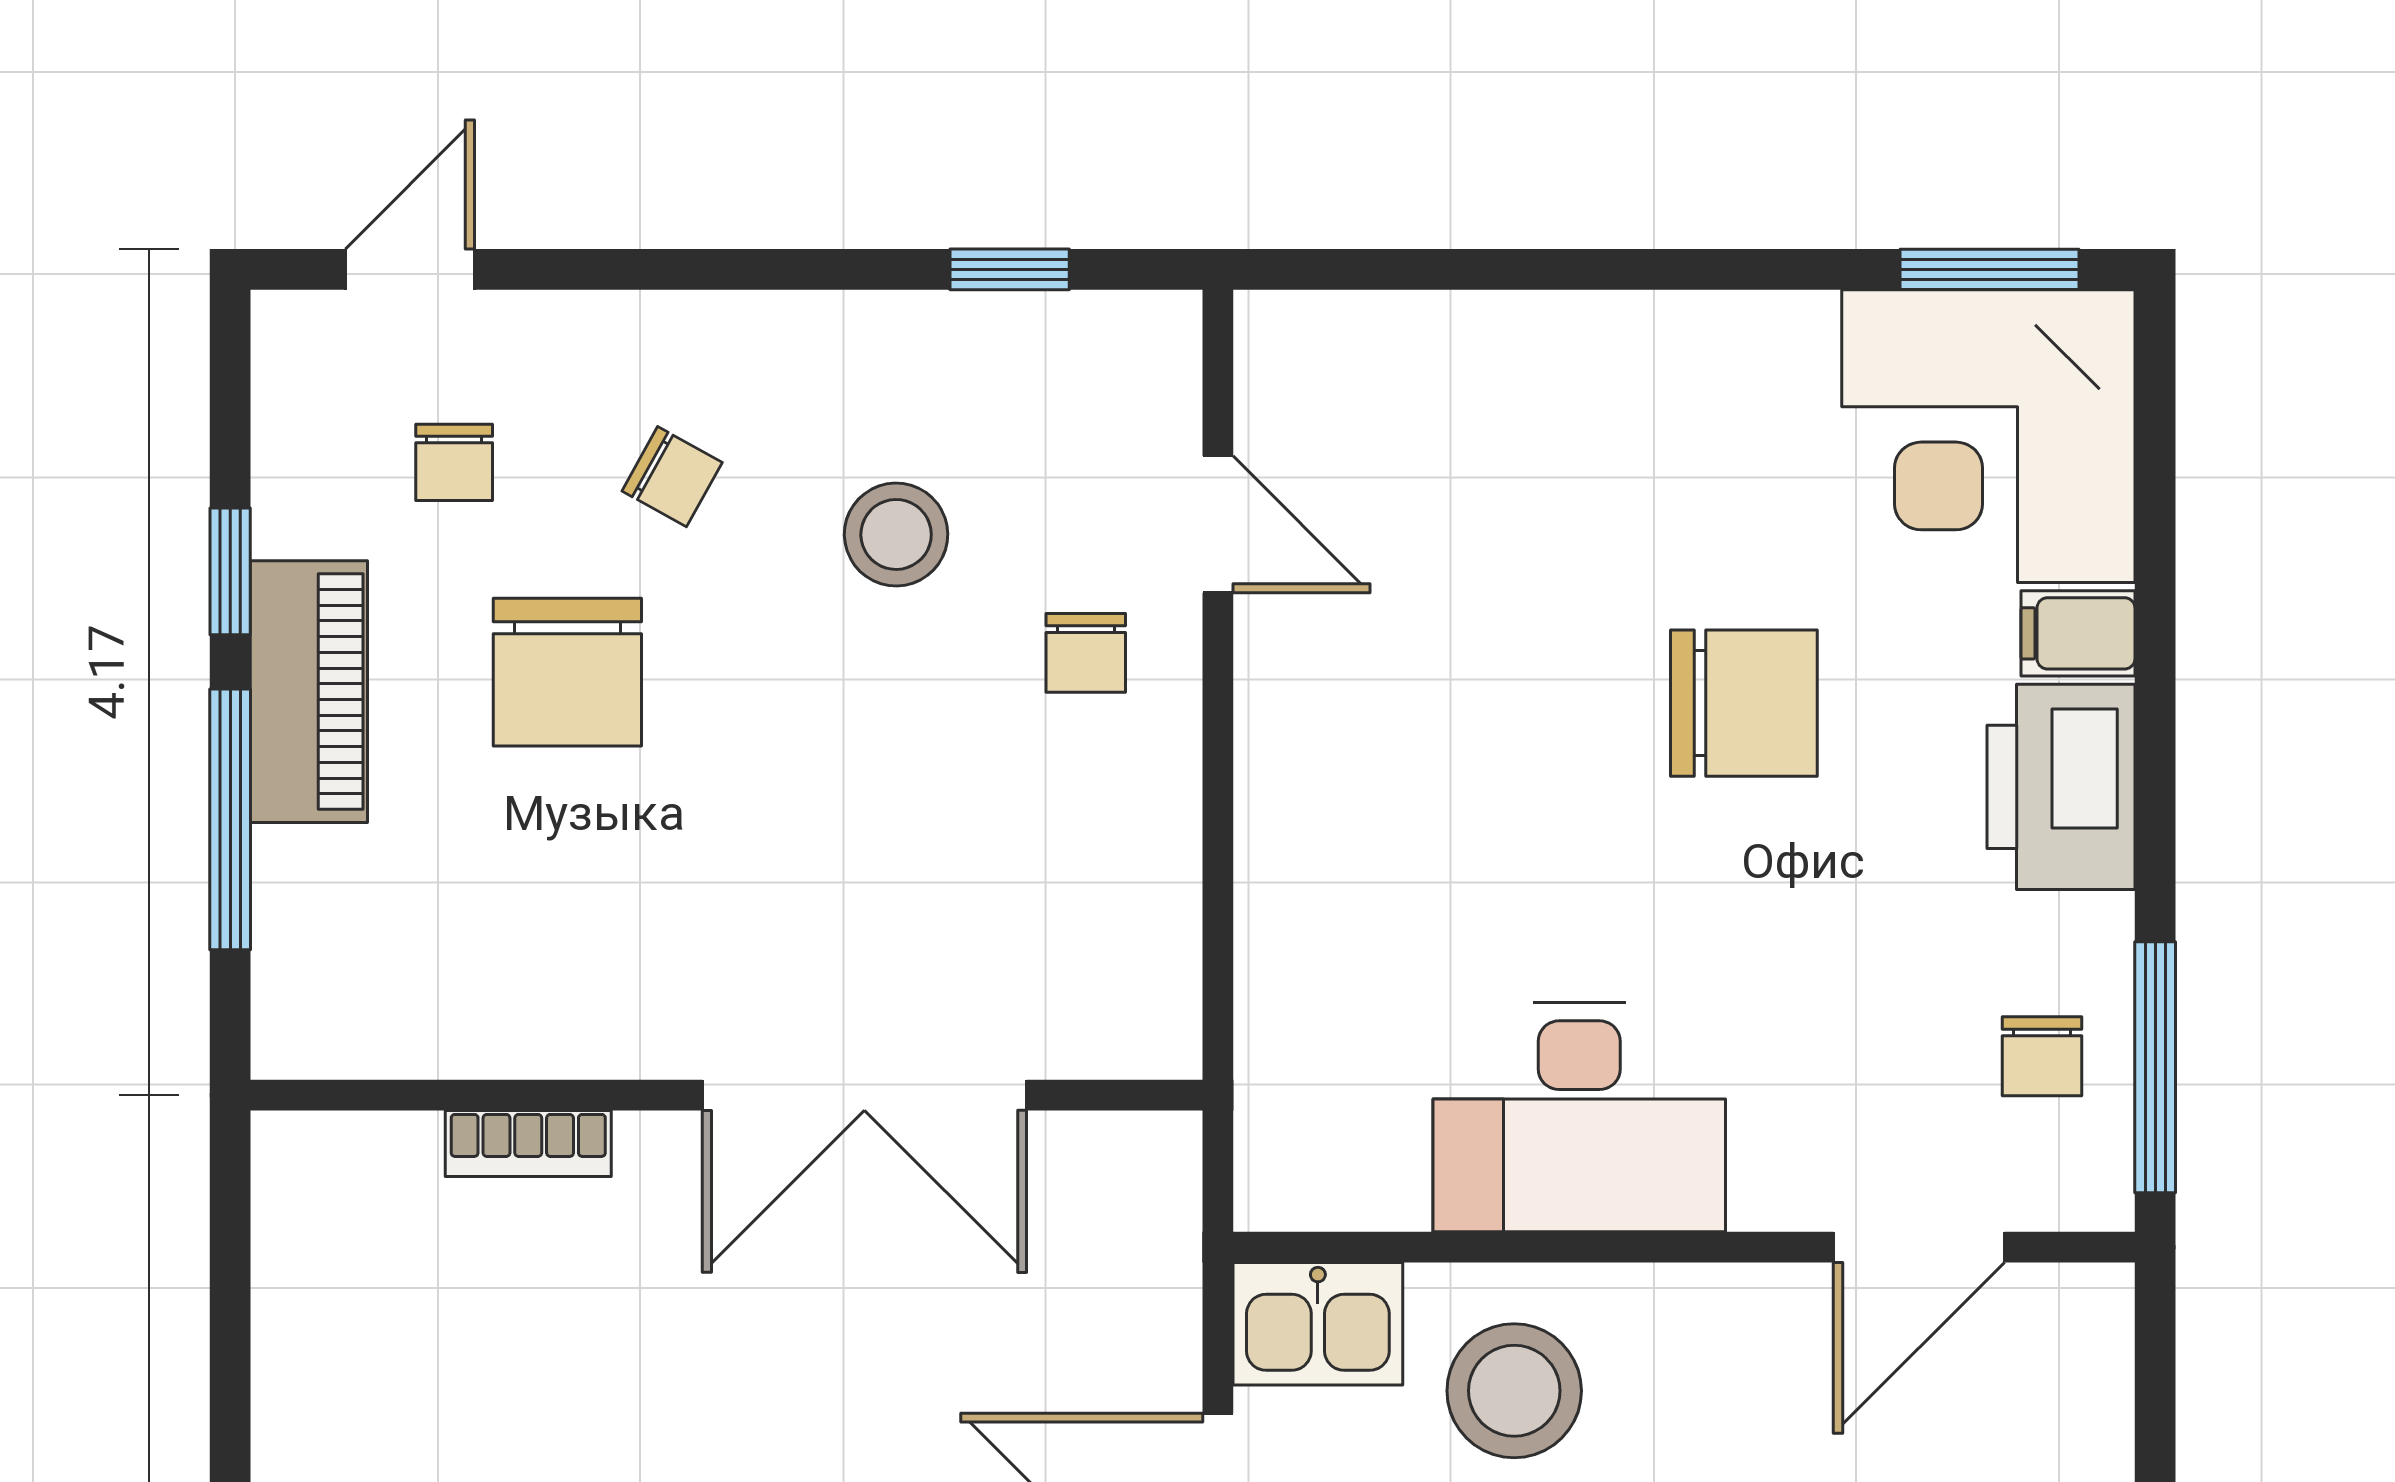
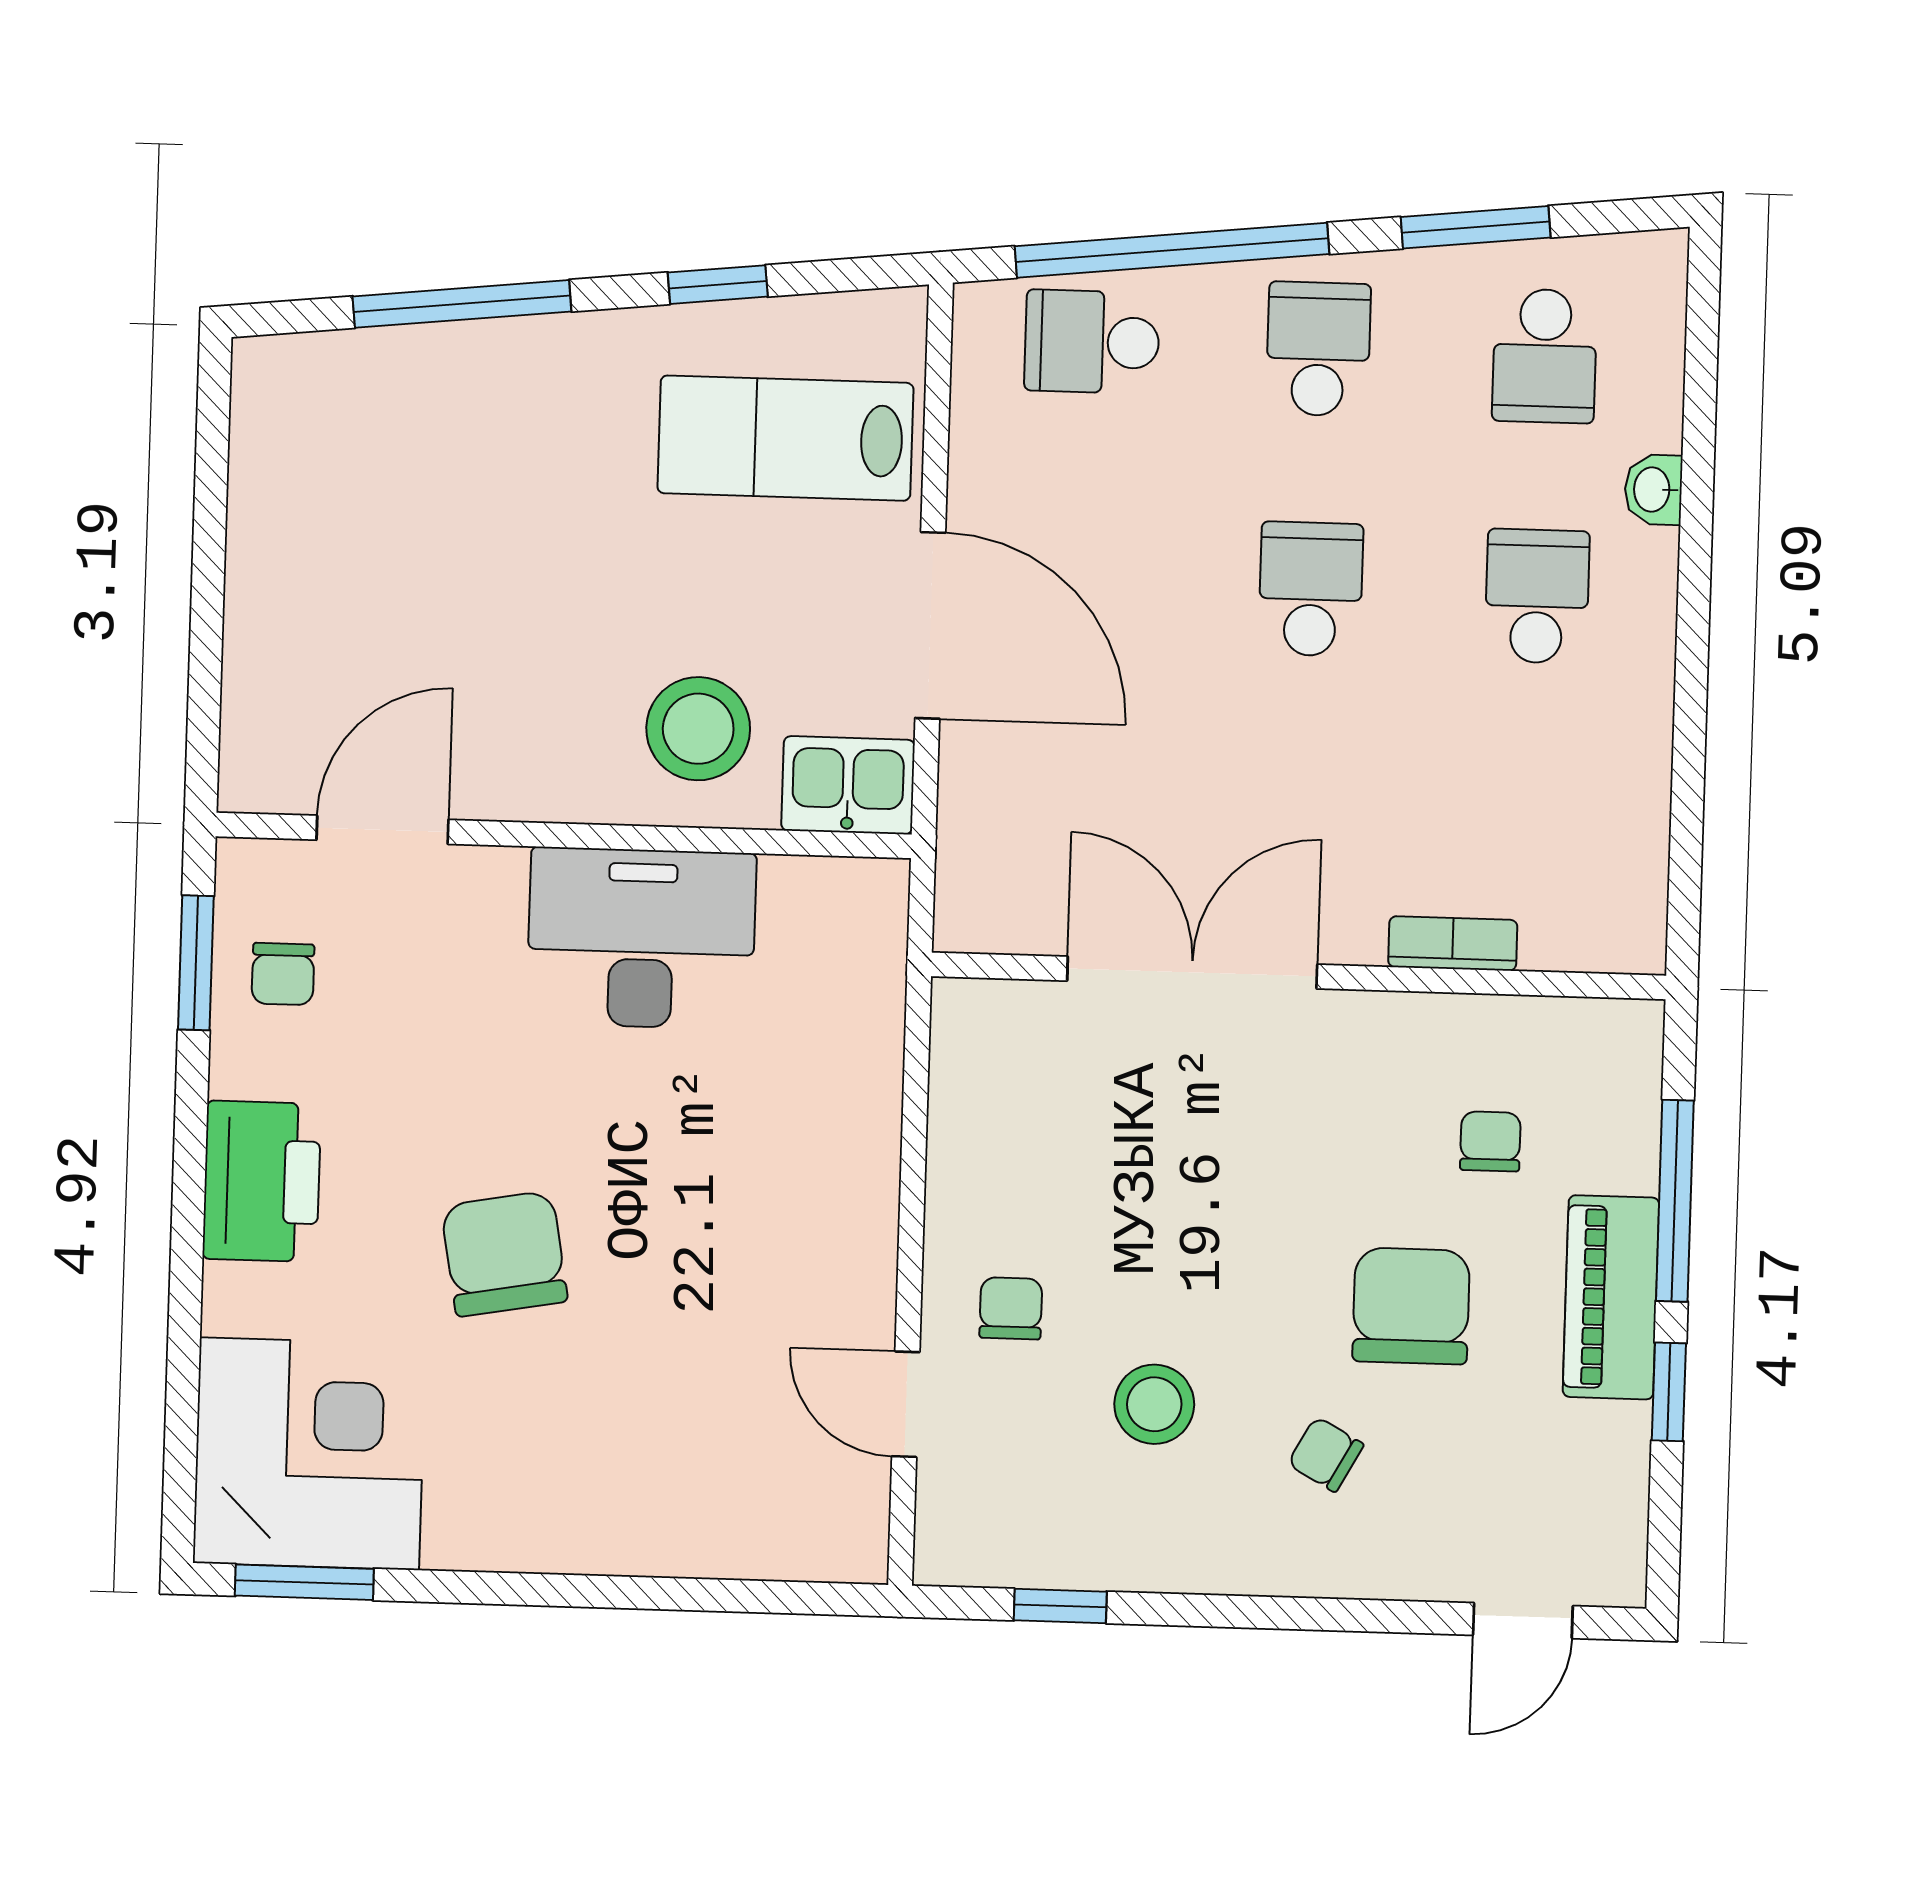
chair: (454, 462) -> (1490, 1141), moved
filing cabinet: (2078, 633) -> (245, 1299), removed
chair: (1744, 703) -> (504, 1254), turned 80
chair: (2042, 1056) -> (283, 974), turned 180
window: (2155, 1067) -> (196, 963), width x0.69

